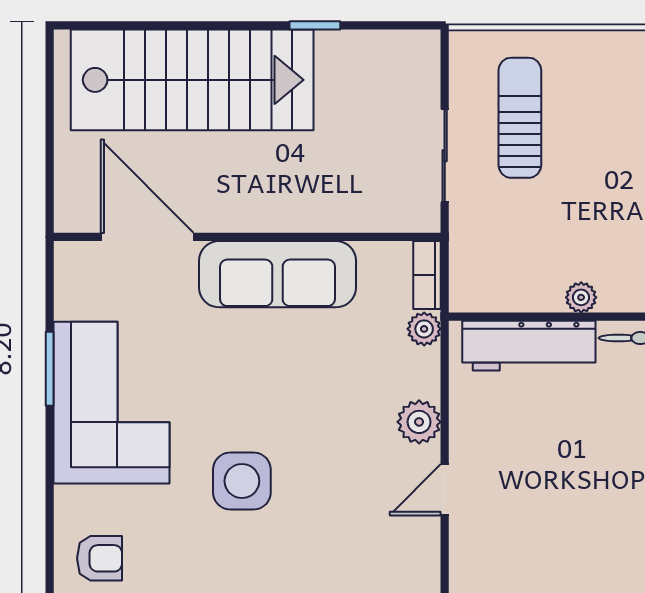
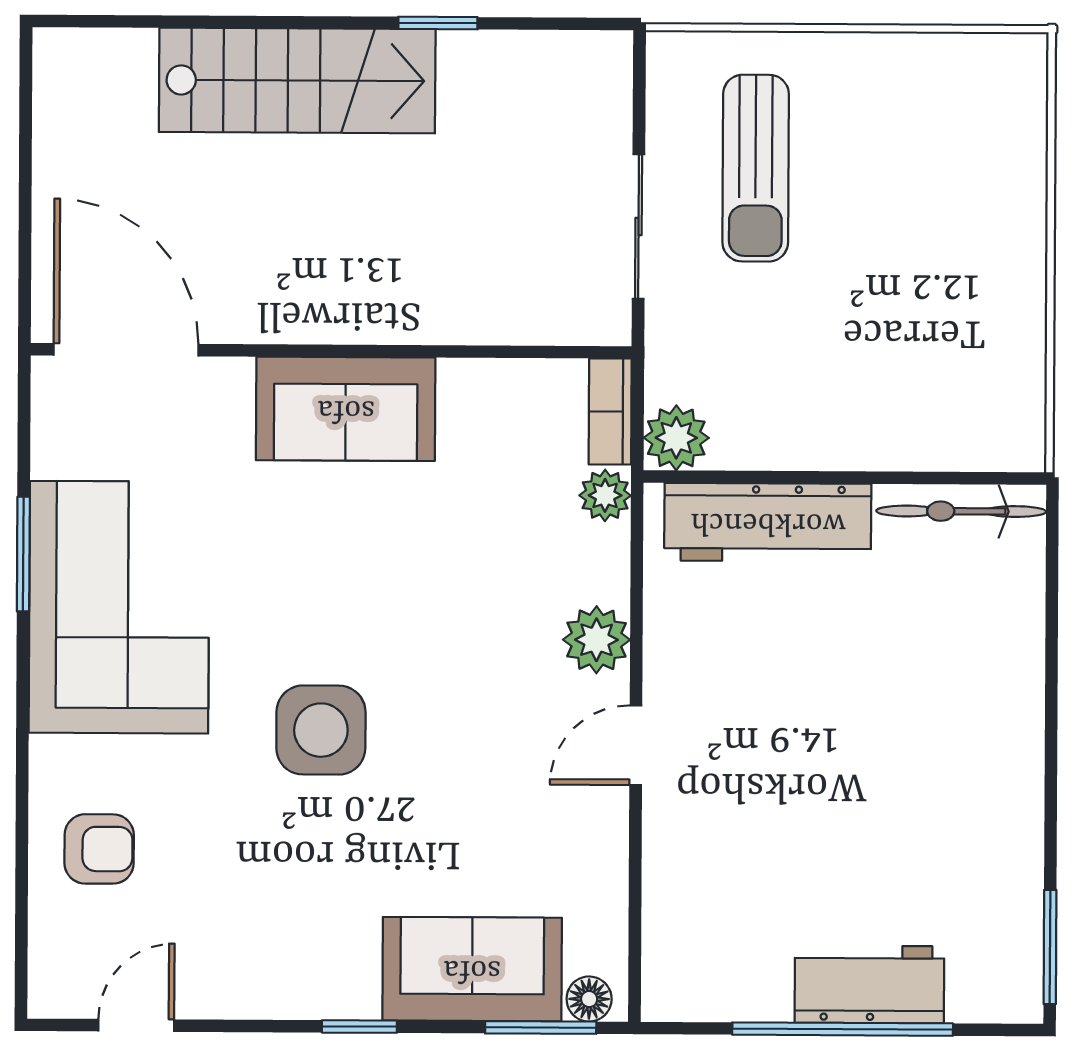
stairs: (192, 80) -> (297, 81), width x0.73, depth x0.66
sun lounger: (520, 118) -> (756, 168), turned 180
door: (147, 237) -> (126, 350), moved
sofa: (277, 274) -> (346, 409), width x0.73
plant: (581, 297) -> (676, 438), moved, width x1.38, depth x1.38

